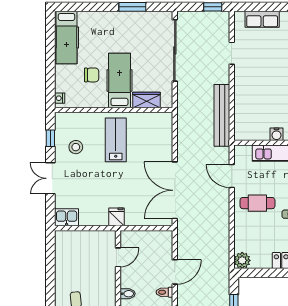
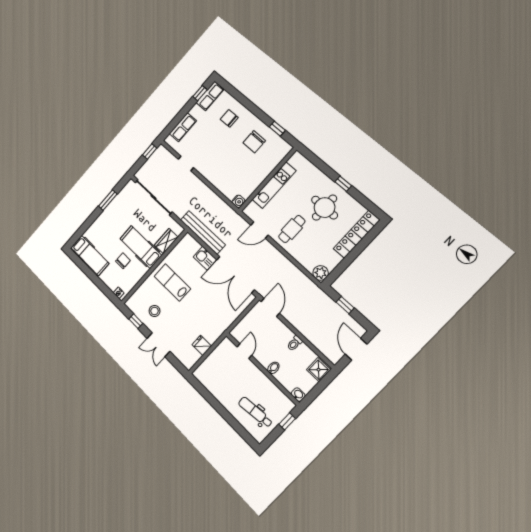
bench: (222, 115) -> (203, 232), moved
water cooler: (276, 134) -> (238, 201), moved
kitchen sink: (67, 217) -> (205, 258), moved, turned -90
fridge: (117, 217) -> (202, 345), moved
door: (175, 272) -> (270, 307), moved

